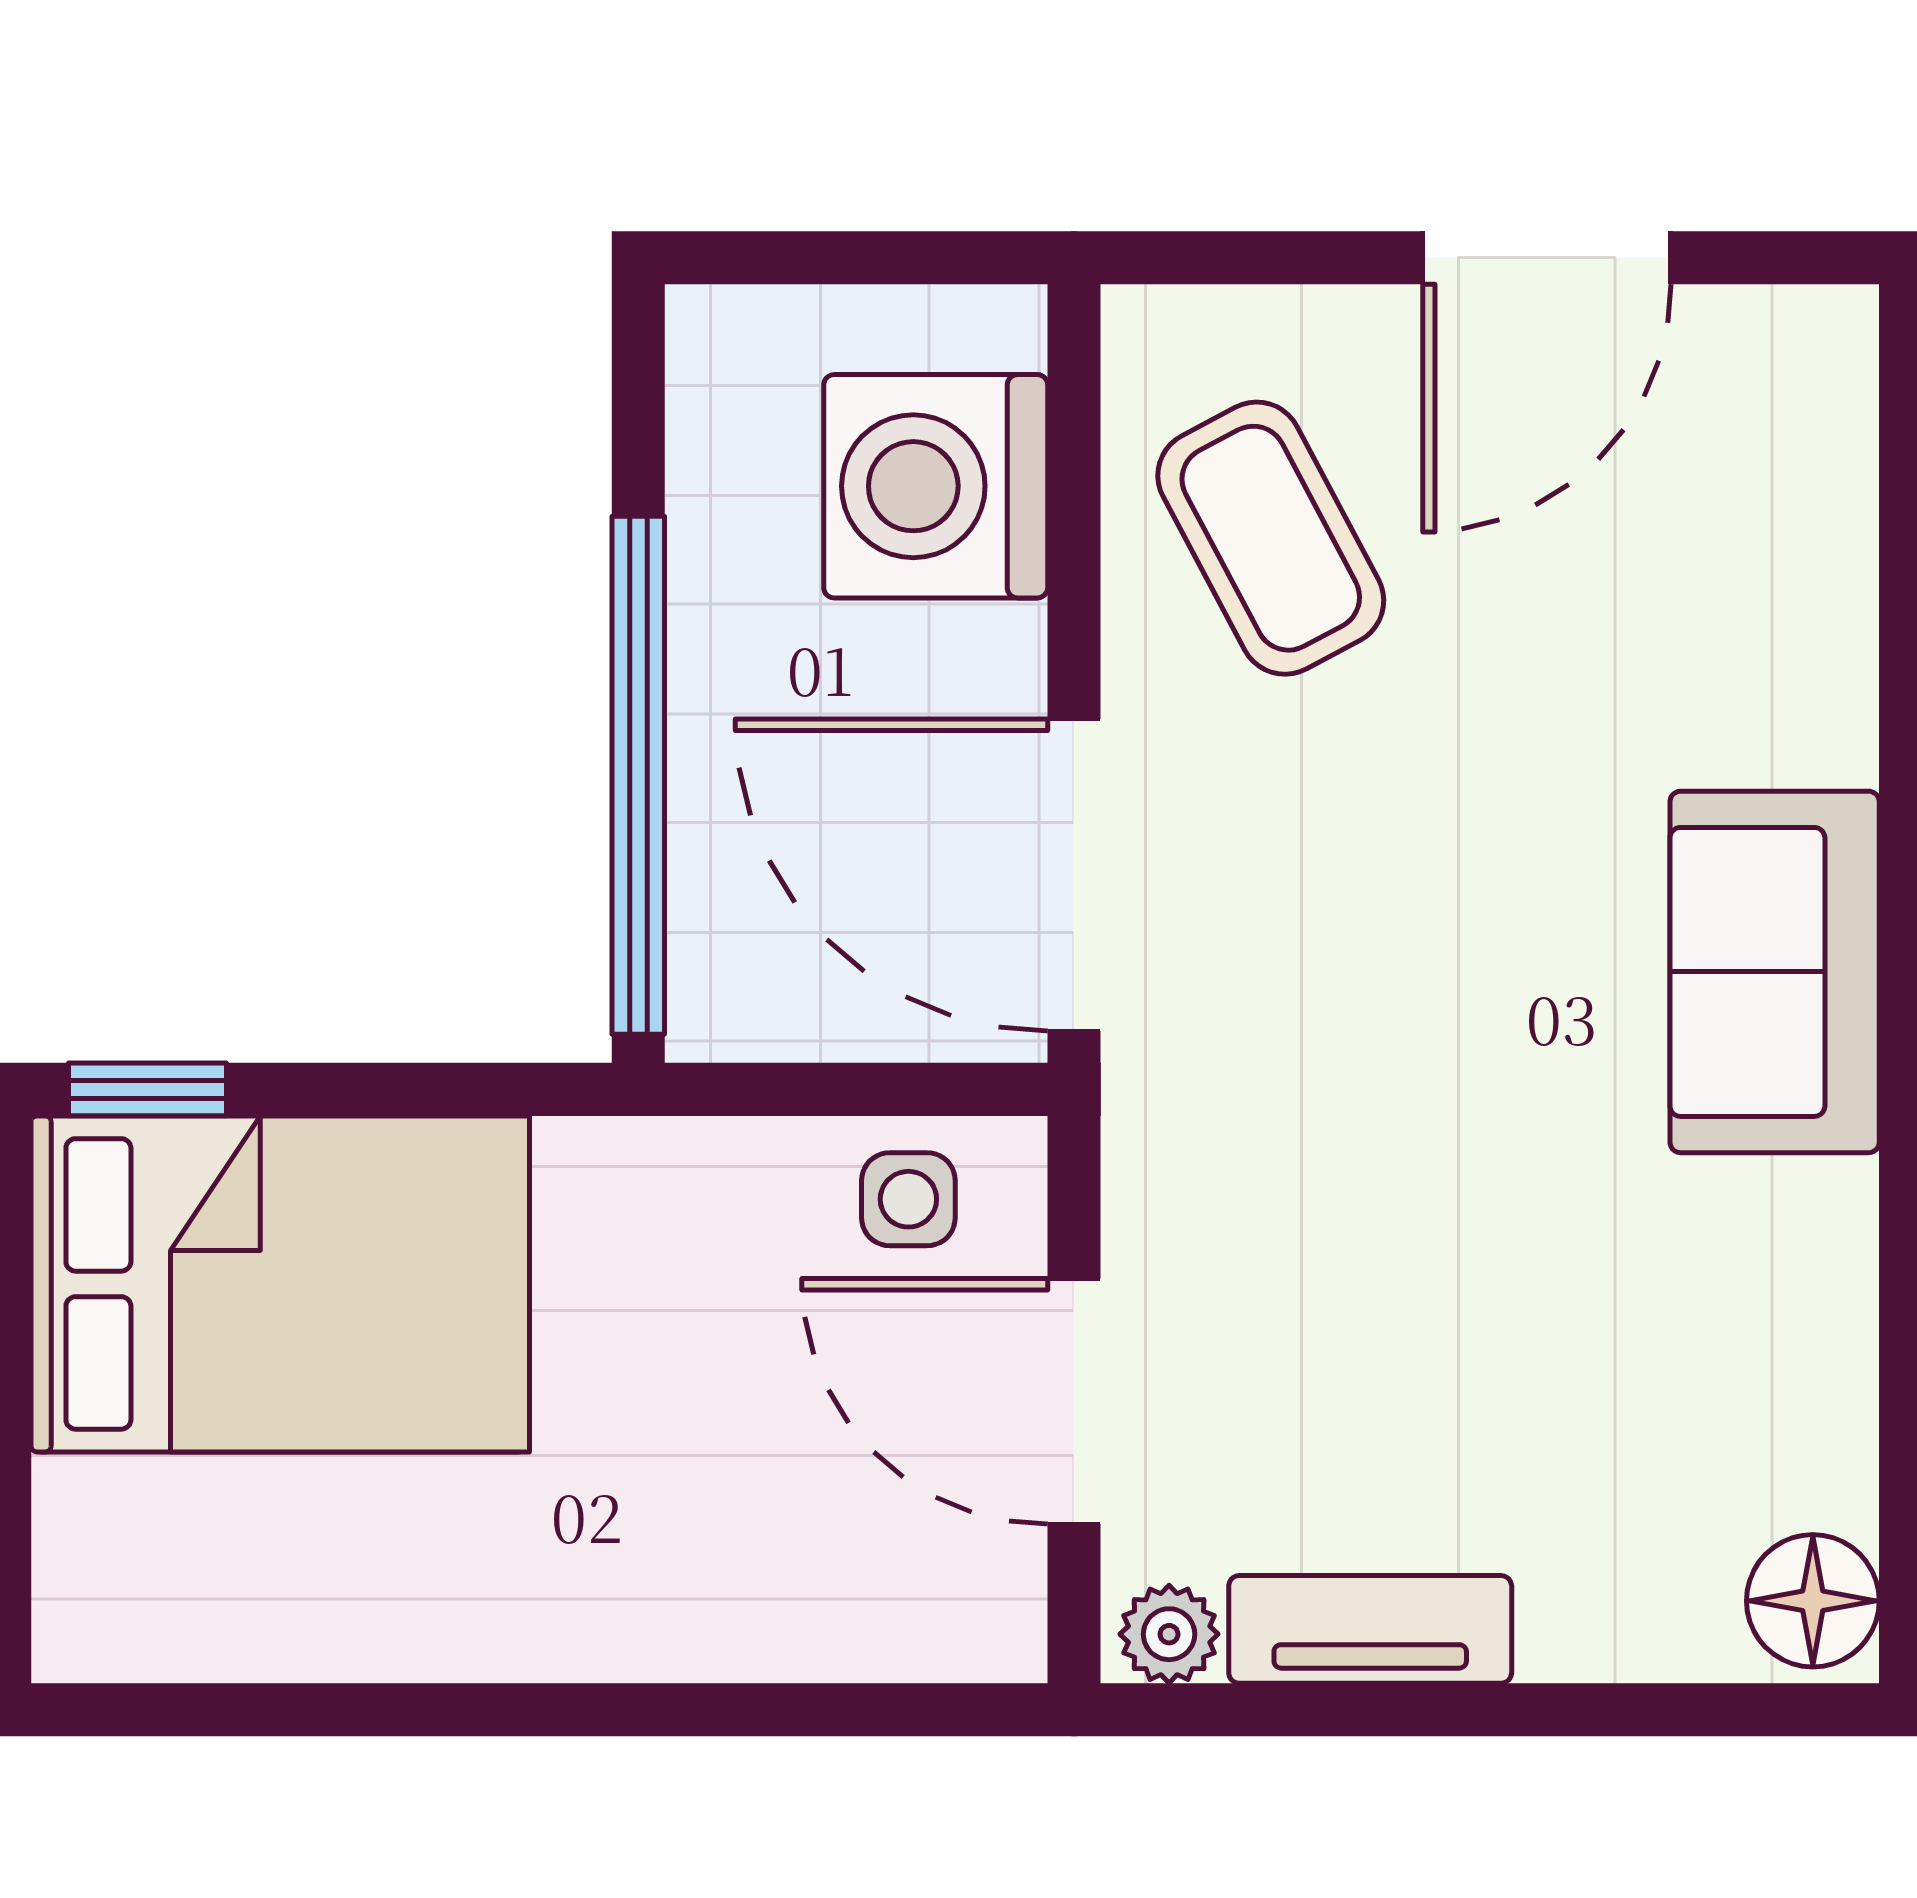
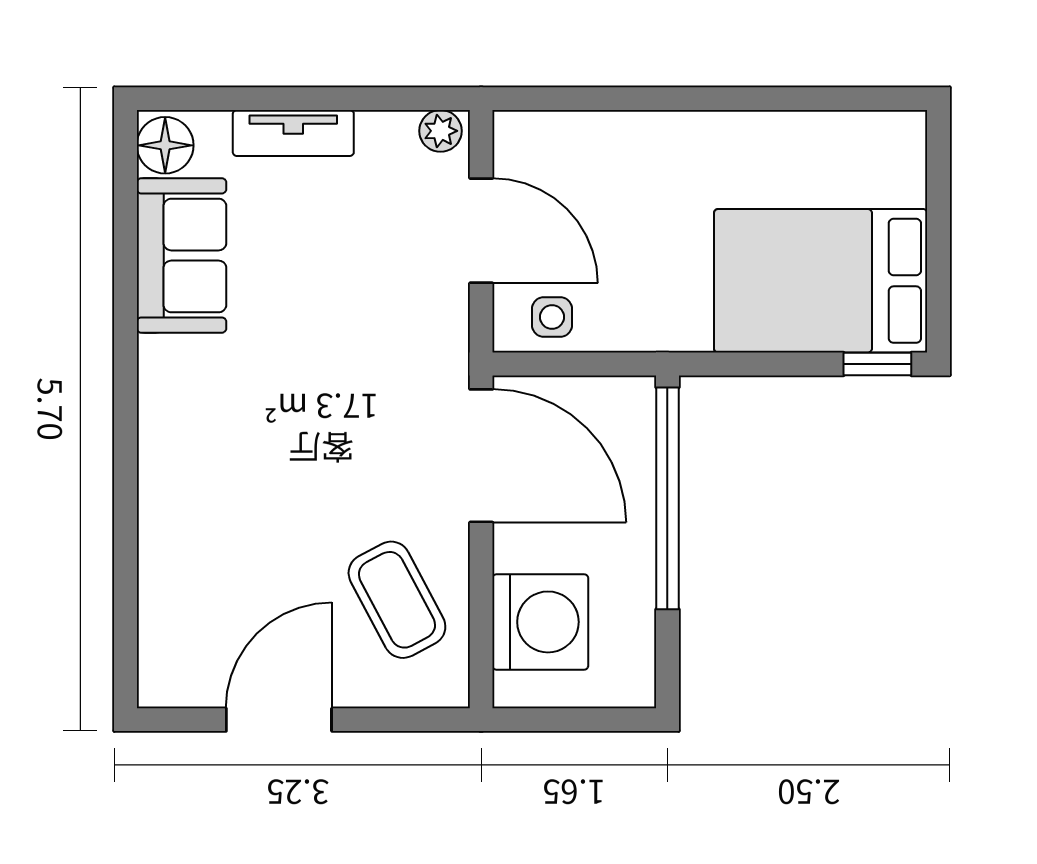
sofa: (1775, 972) -> (182, 255), moved
tv unit: (1370, 1629) -> (293, 133), moved

